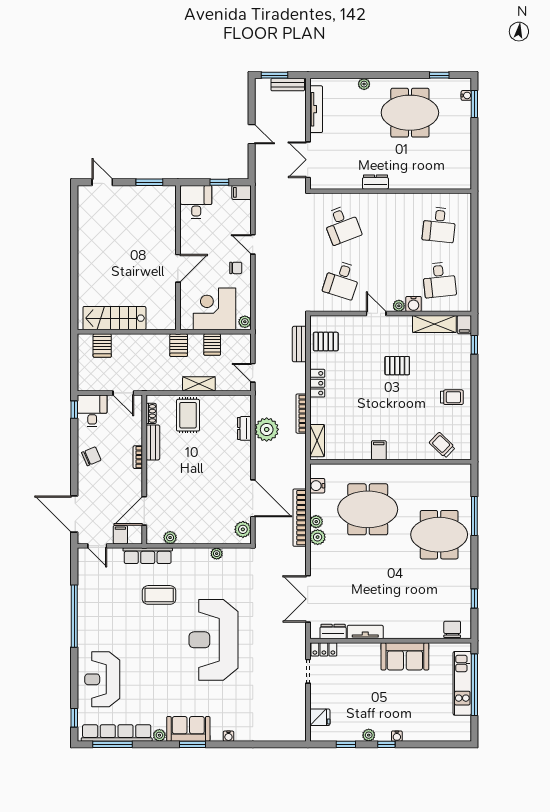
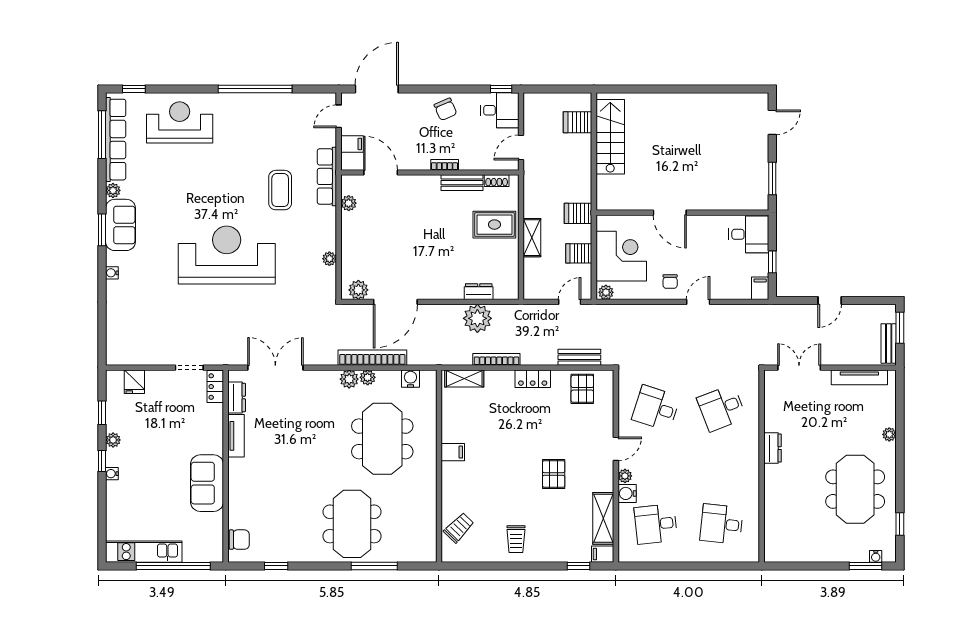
door: (253, 373) -> (570, 302), moved
kitchen unit: (462, 683) -> (144, 552), moved

